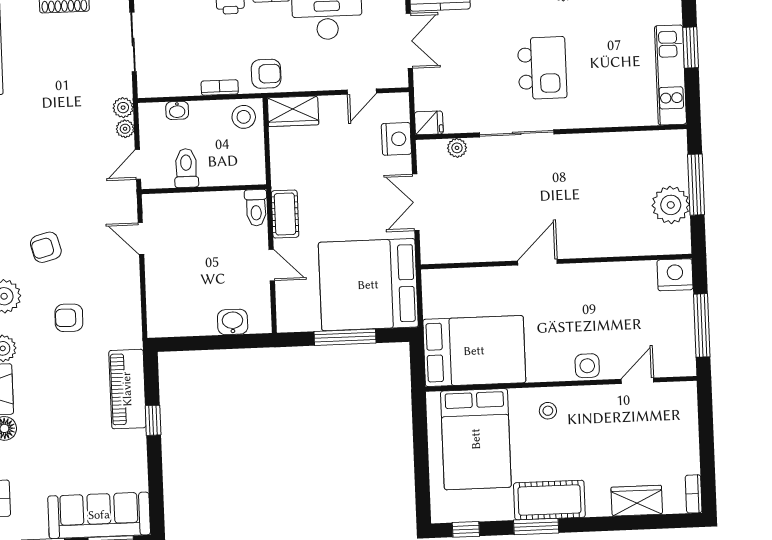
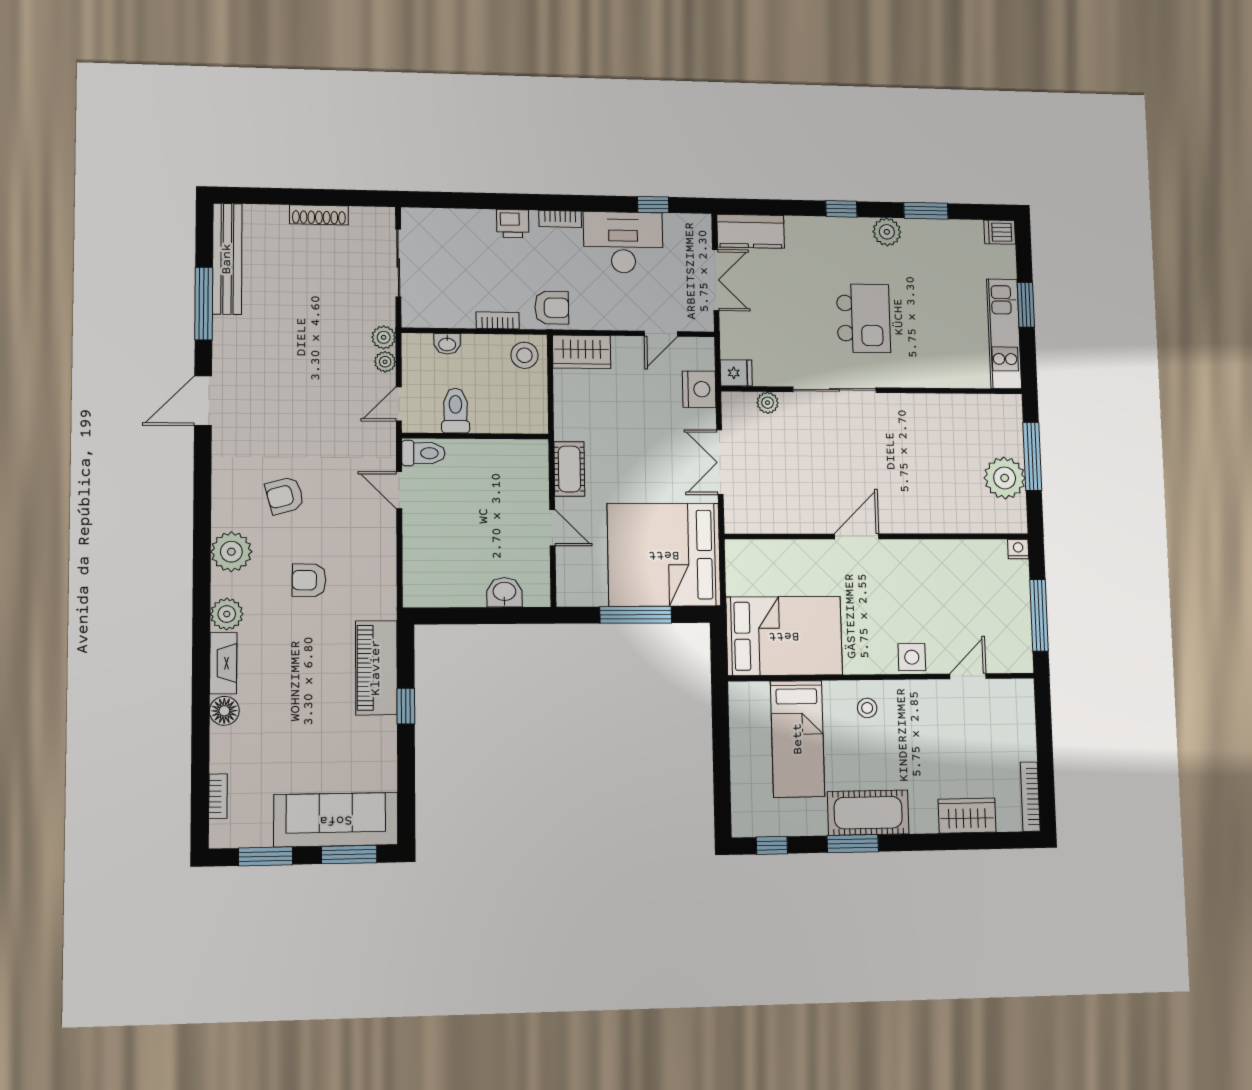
toilet: (256, 208) -> (423, 453), moved, turned -90
nightstand: (675, 275) -> (1018, 549), width x0.53, depth x0.56
bed: (476, 439) -> (798, 739), width x0.67
bookcase: (694, 494) -> (1030, 797), width x1.56

